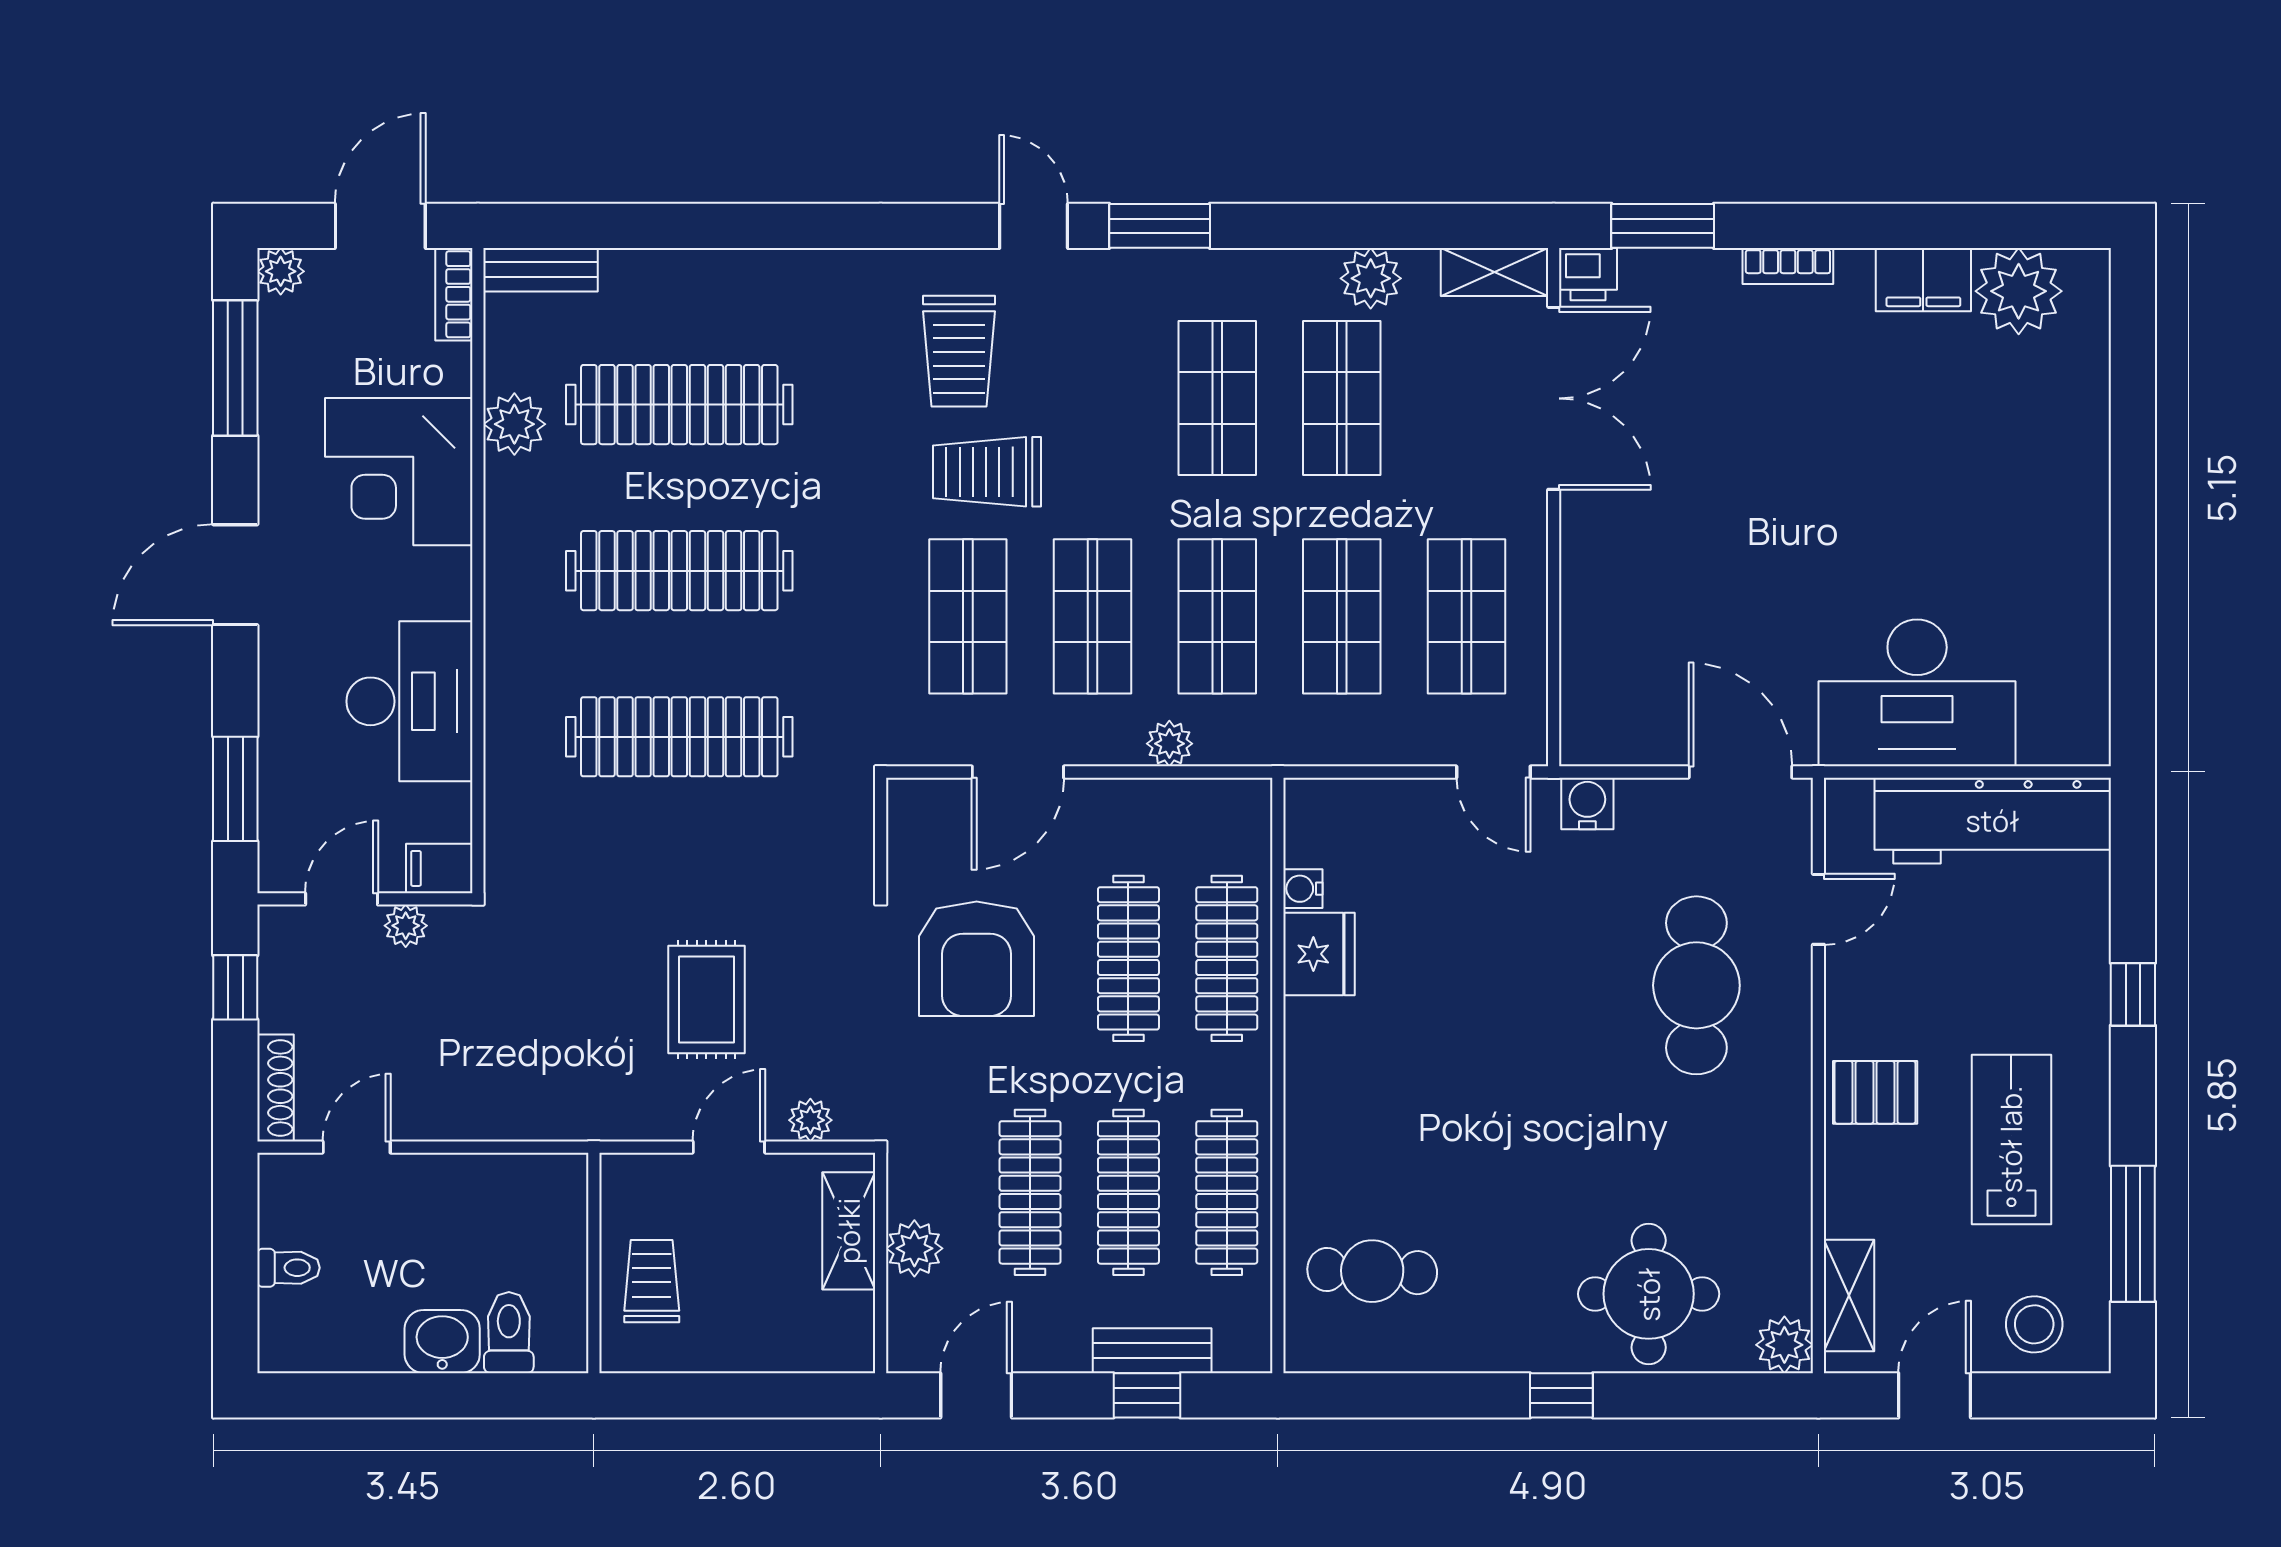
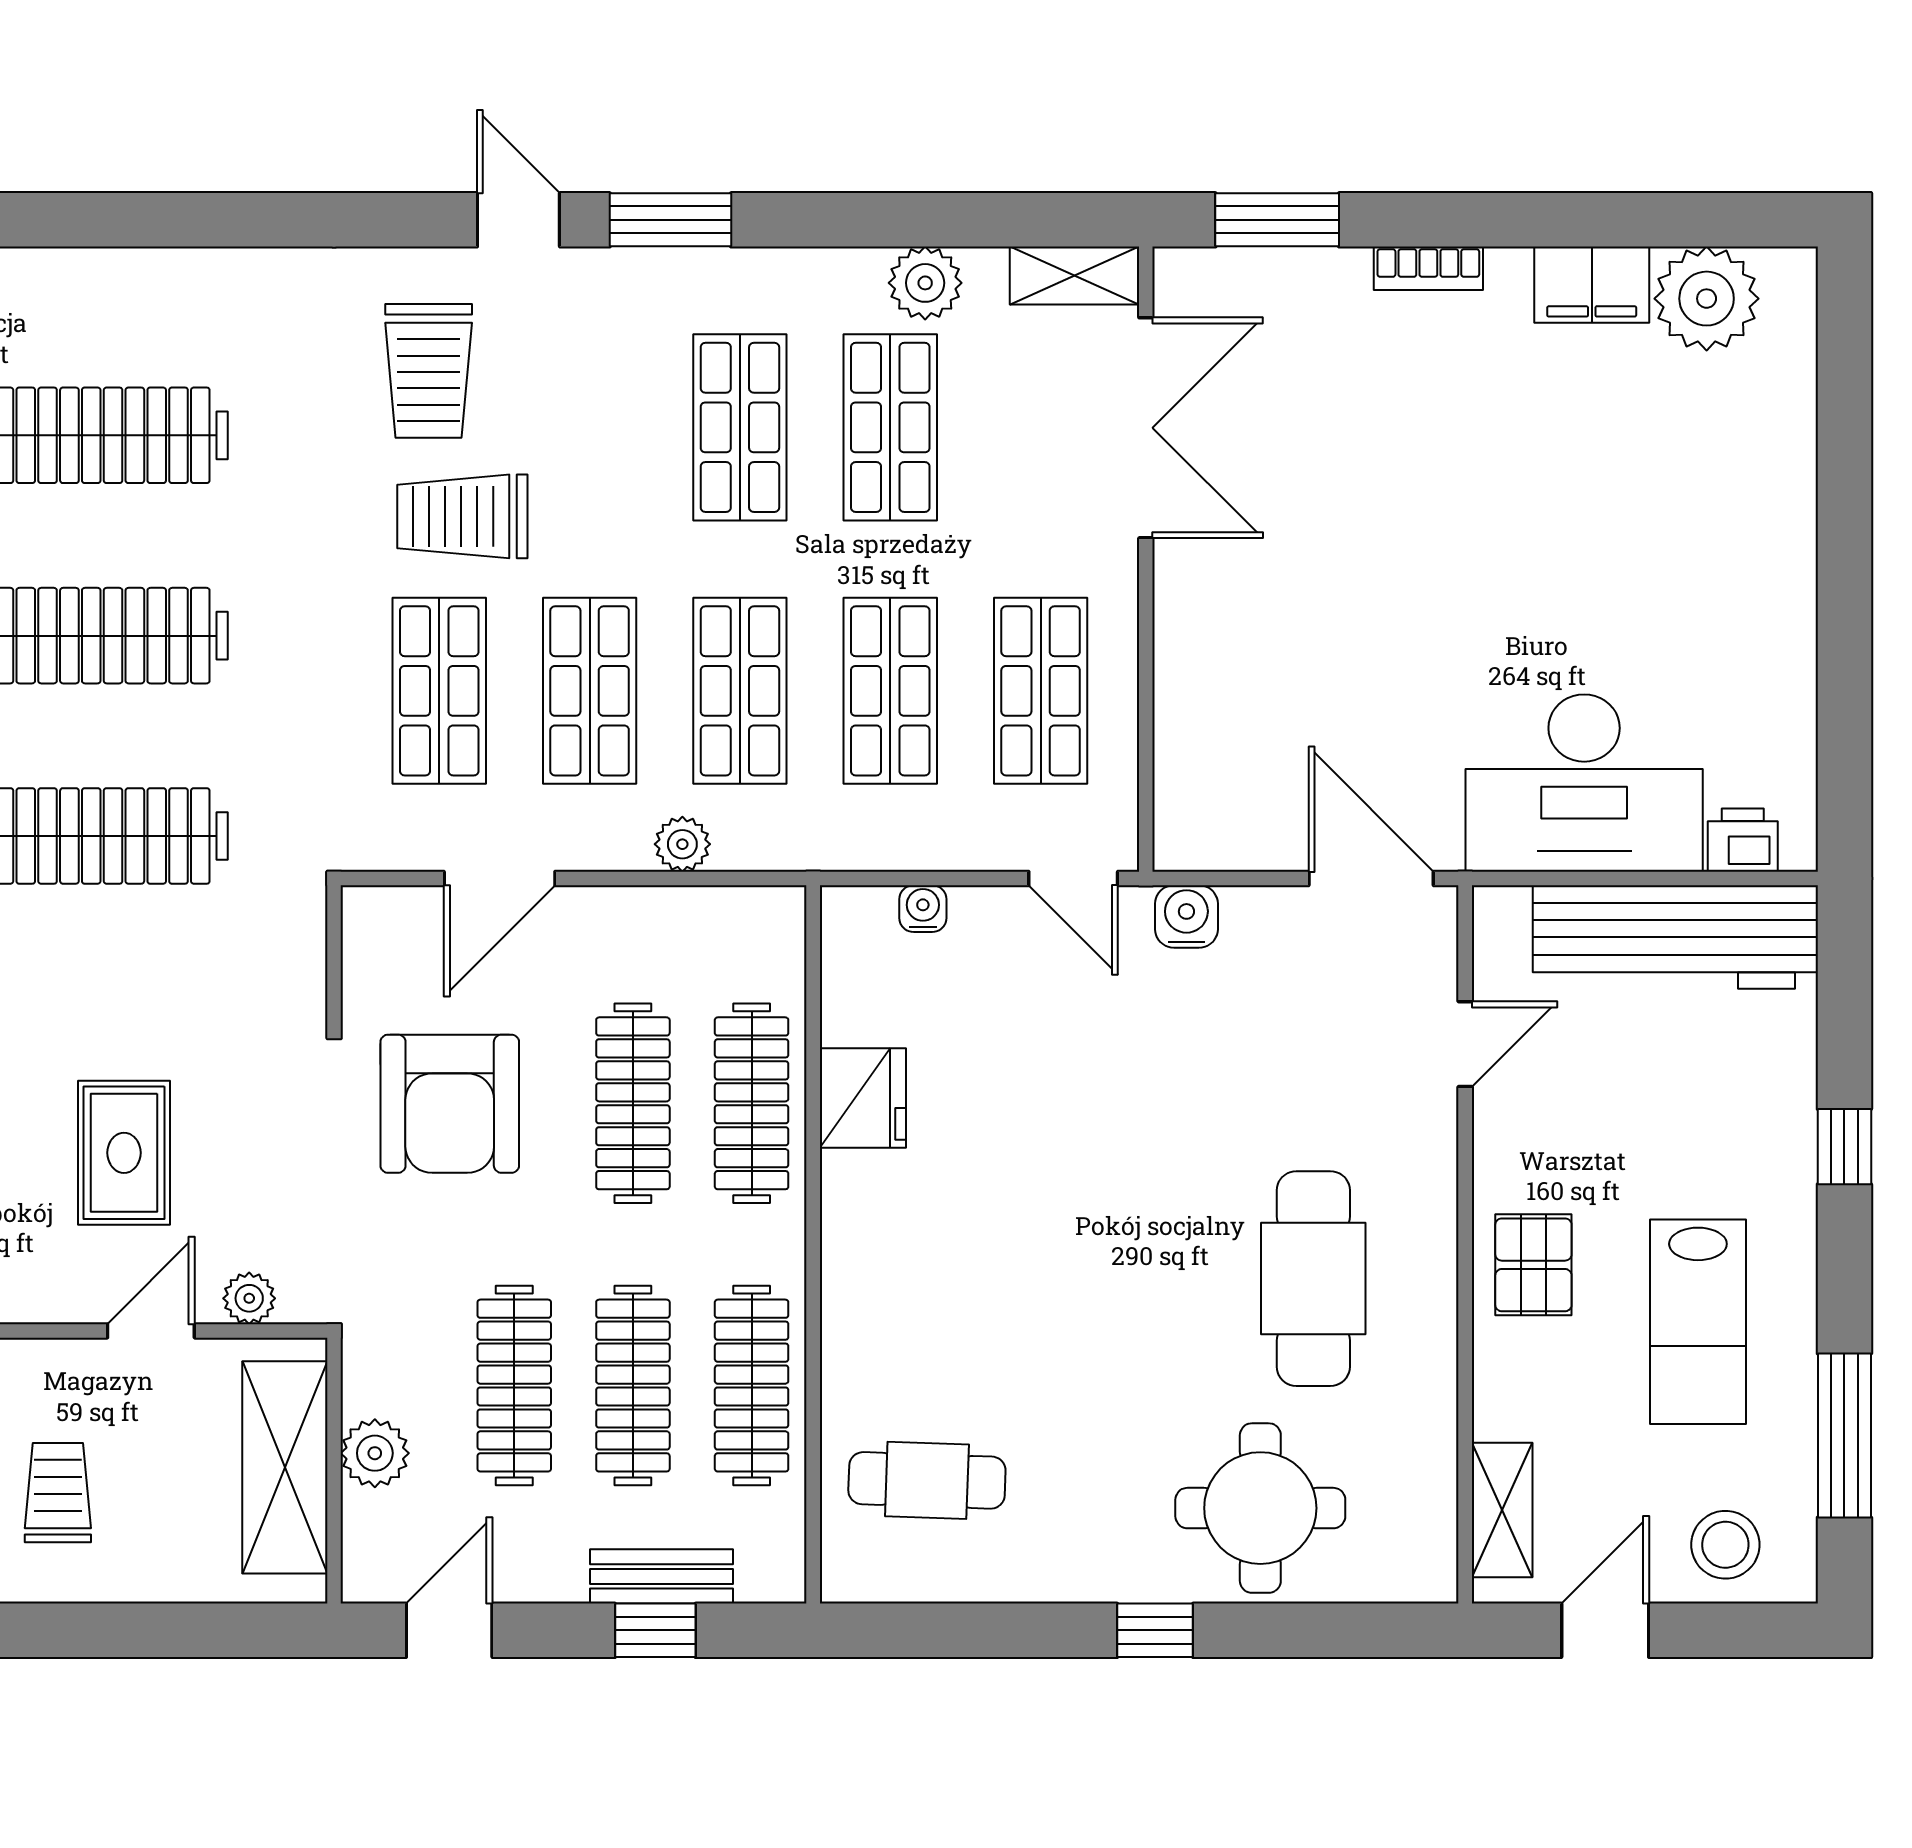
printer: (1588, 274) -> (1743, 840), moved, turned 180
water cooler: (1303, 889) -> (923, 909), moved, turned 90
cafe table: (1696, 985) -> (1313, 1279), moved
pallet: (1875, 1092) -> (1533, 1265), turned 90
lab bench: (2011, 1139) -> (1698, 1322), turned 180
shelving: (849, 1231) -> (285, 1467), width x1.50, depth x1.33
plant: (1784, 1345) -> (1424, 1569), removed

